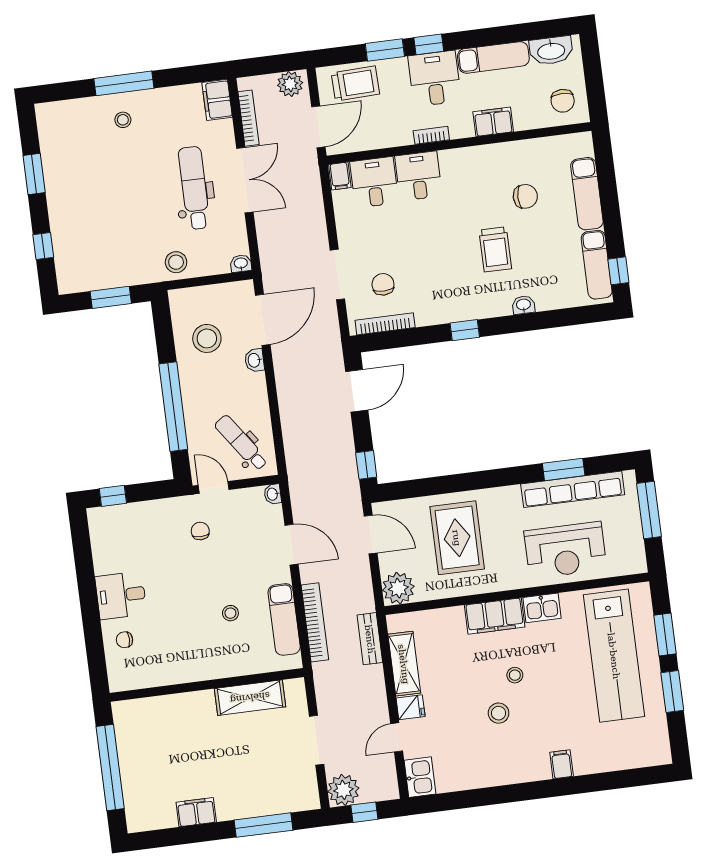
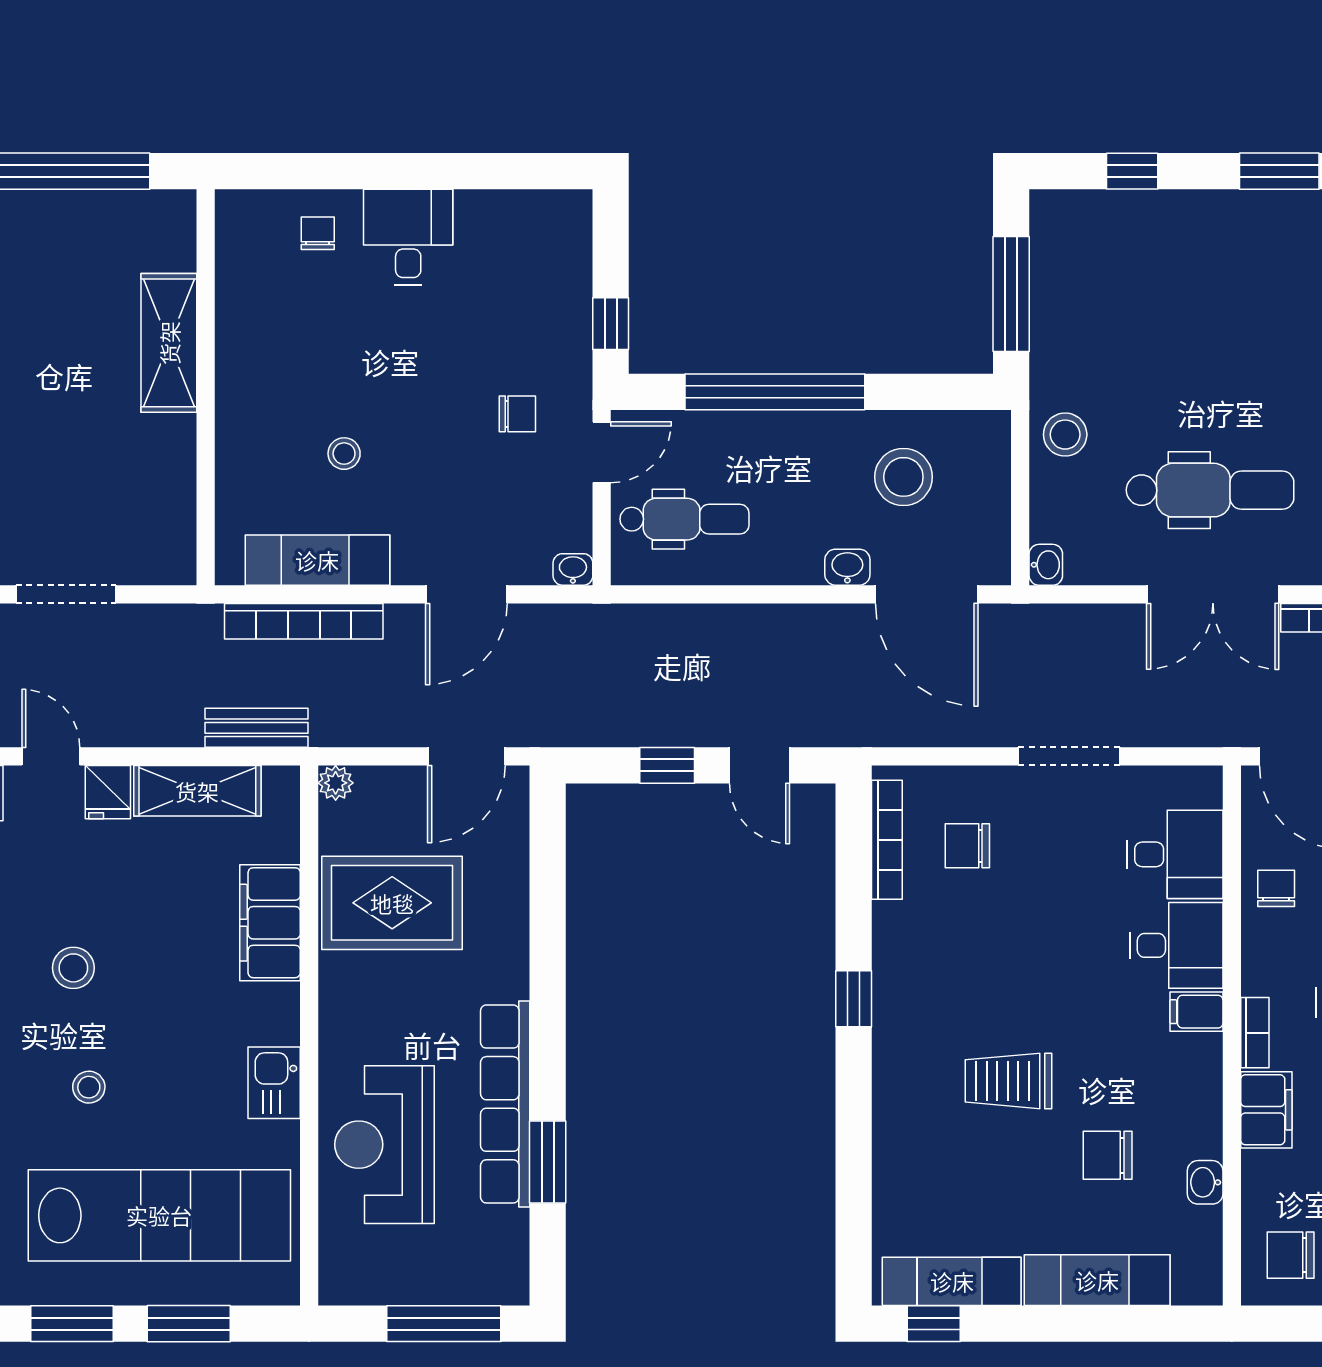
chair: (384, 131) -> (1276, 888), added
bookcase: (431, 135) -> (1255, 1033), moved
filing cabinet: (340, 176) -> (1197, 1012), moved
chair: (525, 196) -> (1108, 1155), turned 90
doorway: (337, 275) -> (1069, 756), moved
chair: (383, 284) -> (967, 846), turned 180
window: (111, 297) -> (1011, 294), width x1.44
washbasin: (523, 305) -> (1205, 1182), moved, turned 180
door: (357, 391) -> (760, 765), width x0.73
dental chair: (241, 443) -> (684, 519), turned 35
window: (366, 465) -> (667, 765), moved
row of seats: (573, 489) -> (505, 1104), moved
window: (113, 496) -> (611, 324), moved
rug: (457, 538) -> (392, 903), moved
plant: (398, 588) -> (336, 783), width x0.53, depth x0.53
filing cabinet: (495, 616) -> (270, 923), moved
lab bench: (614, 656) -> (159, 1215), turned 180
stool: (515, 675) -> (89, 1087), moved
shelving: (250, 698) -> (169, 343), moved

